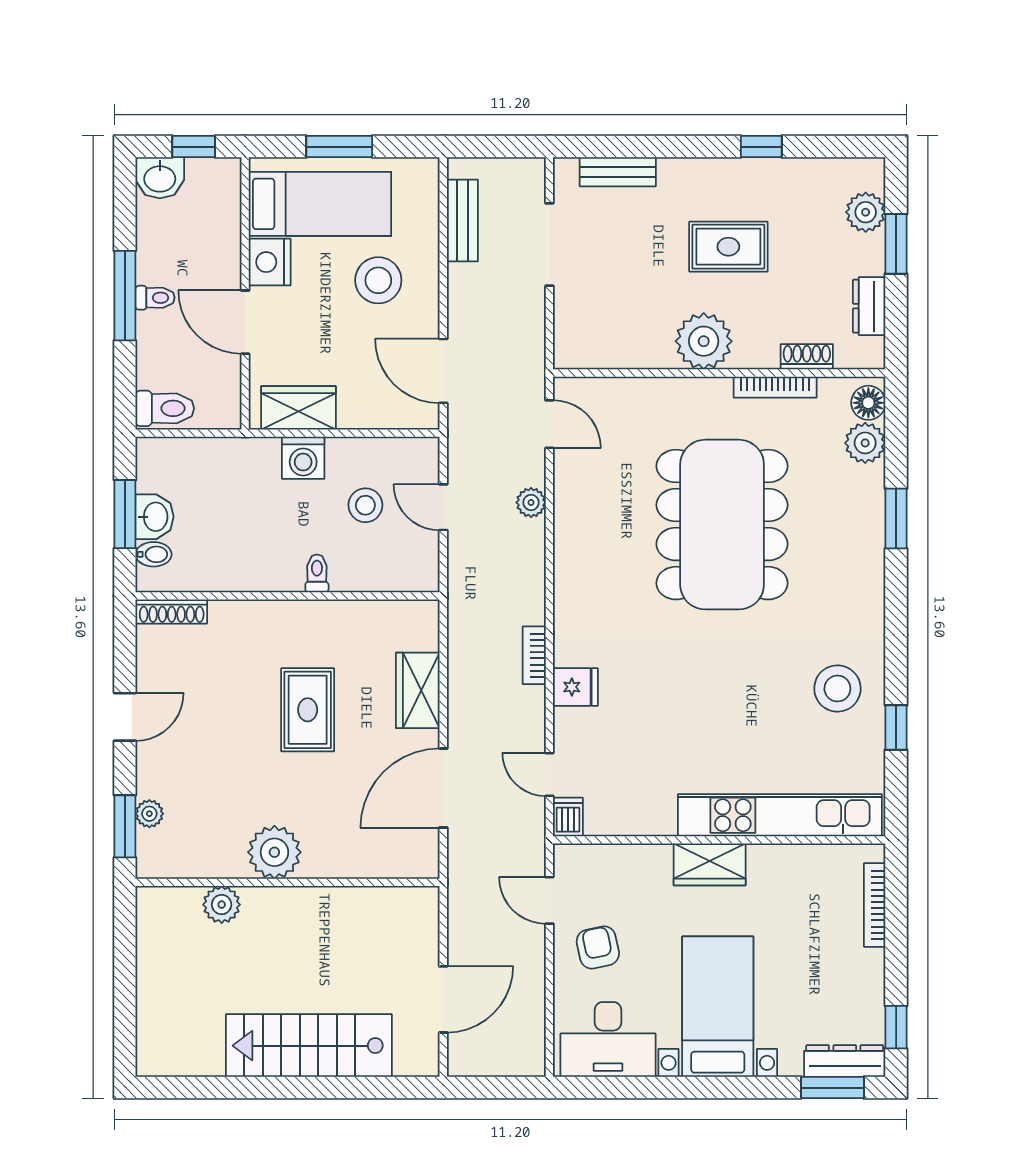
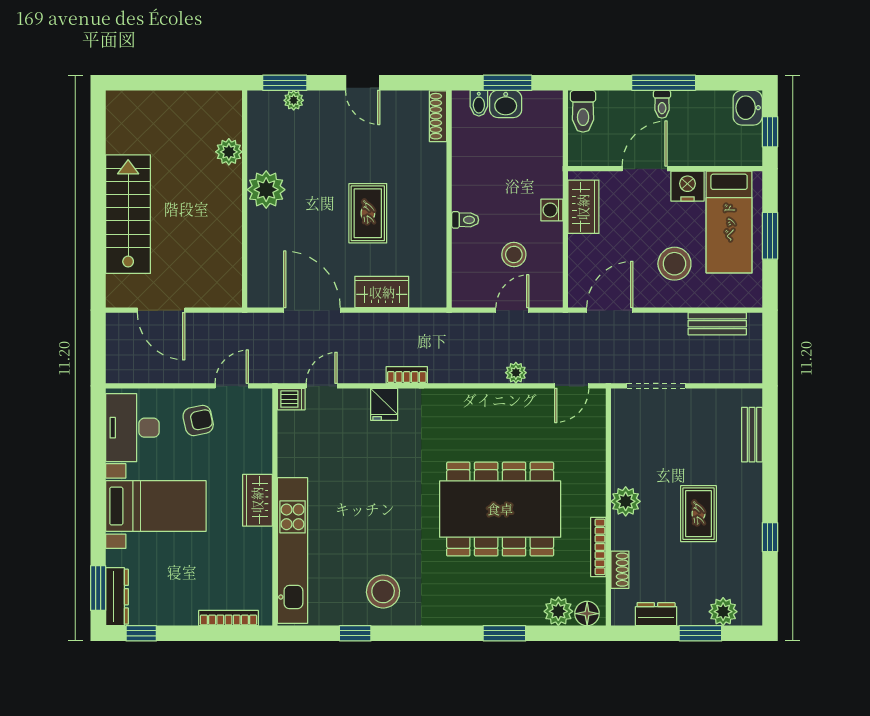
doorway: (549, 245) -> (656, 386), moved
plant: (704, 341) -> (626, 501), width x0.73, depth x0.73
washing machine: (303, 458) -> (552, 210), width x0.73, depth x0.73
rug: (308, 710) -> (368, 213), turned 90

